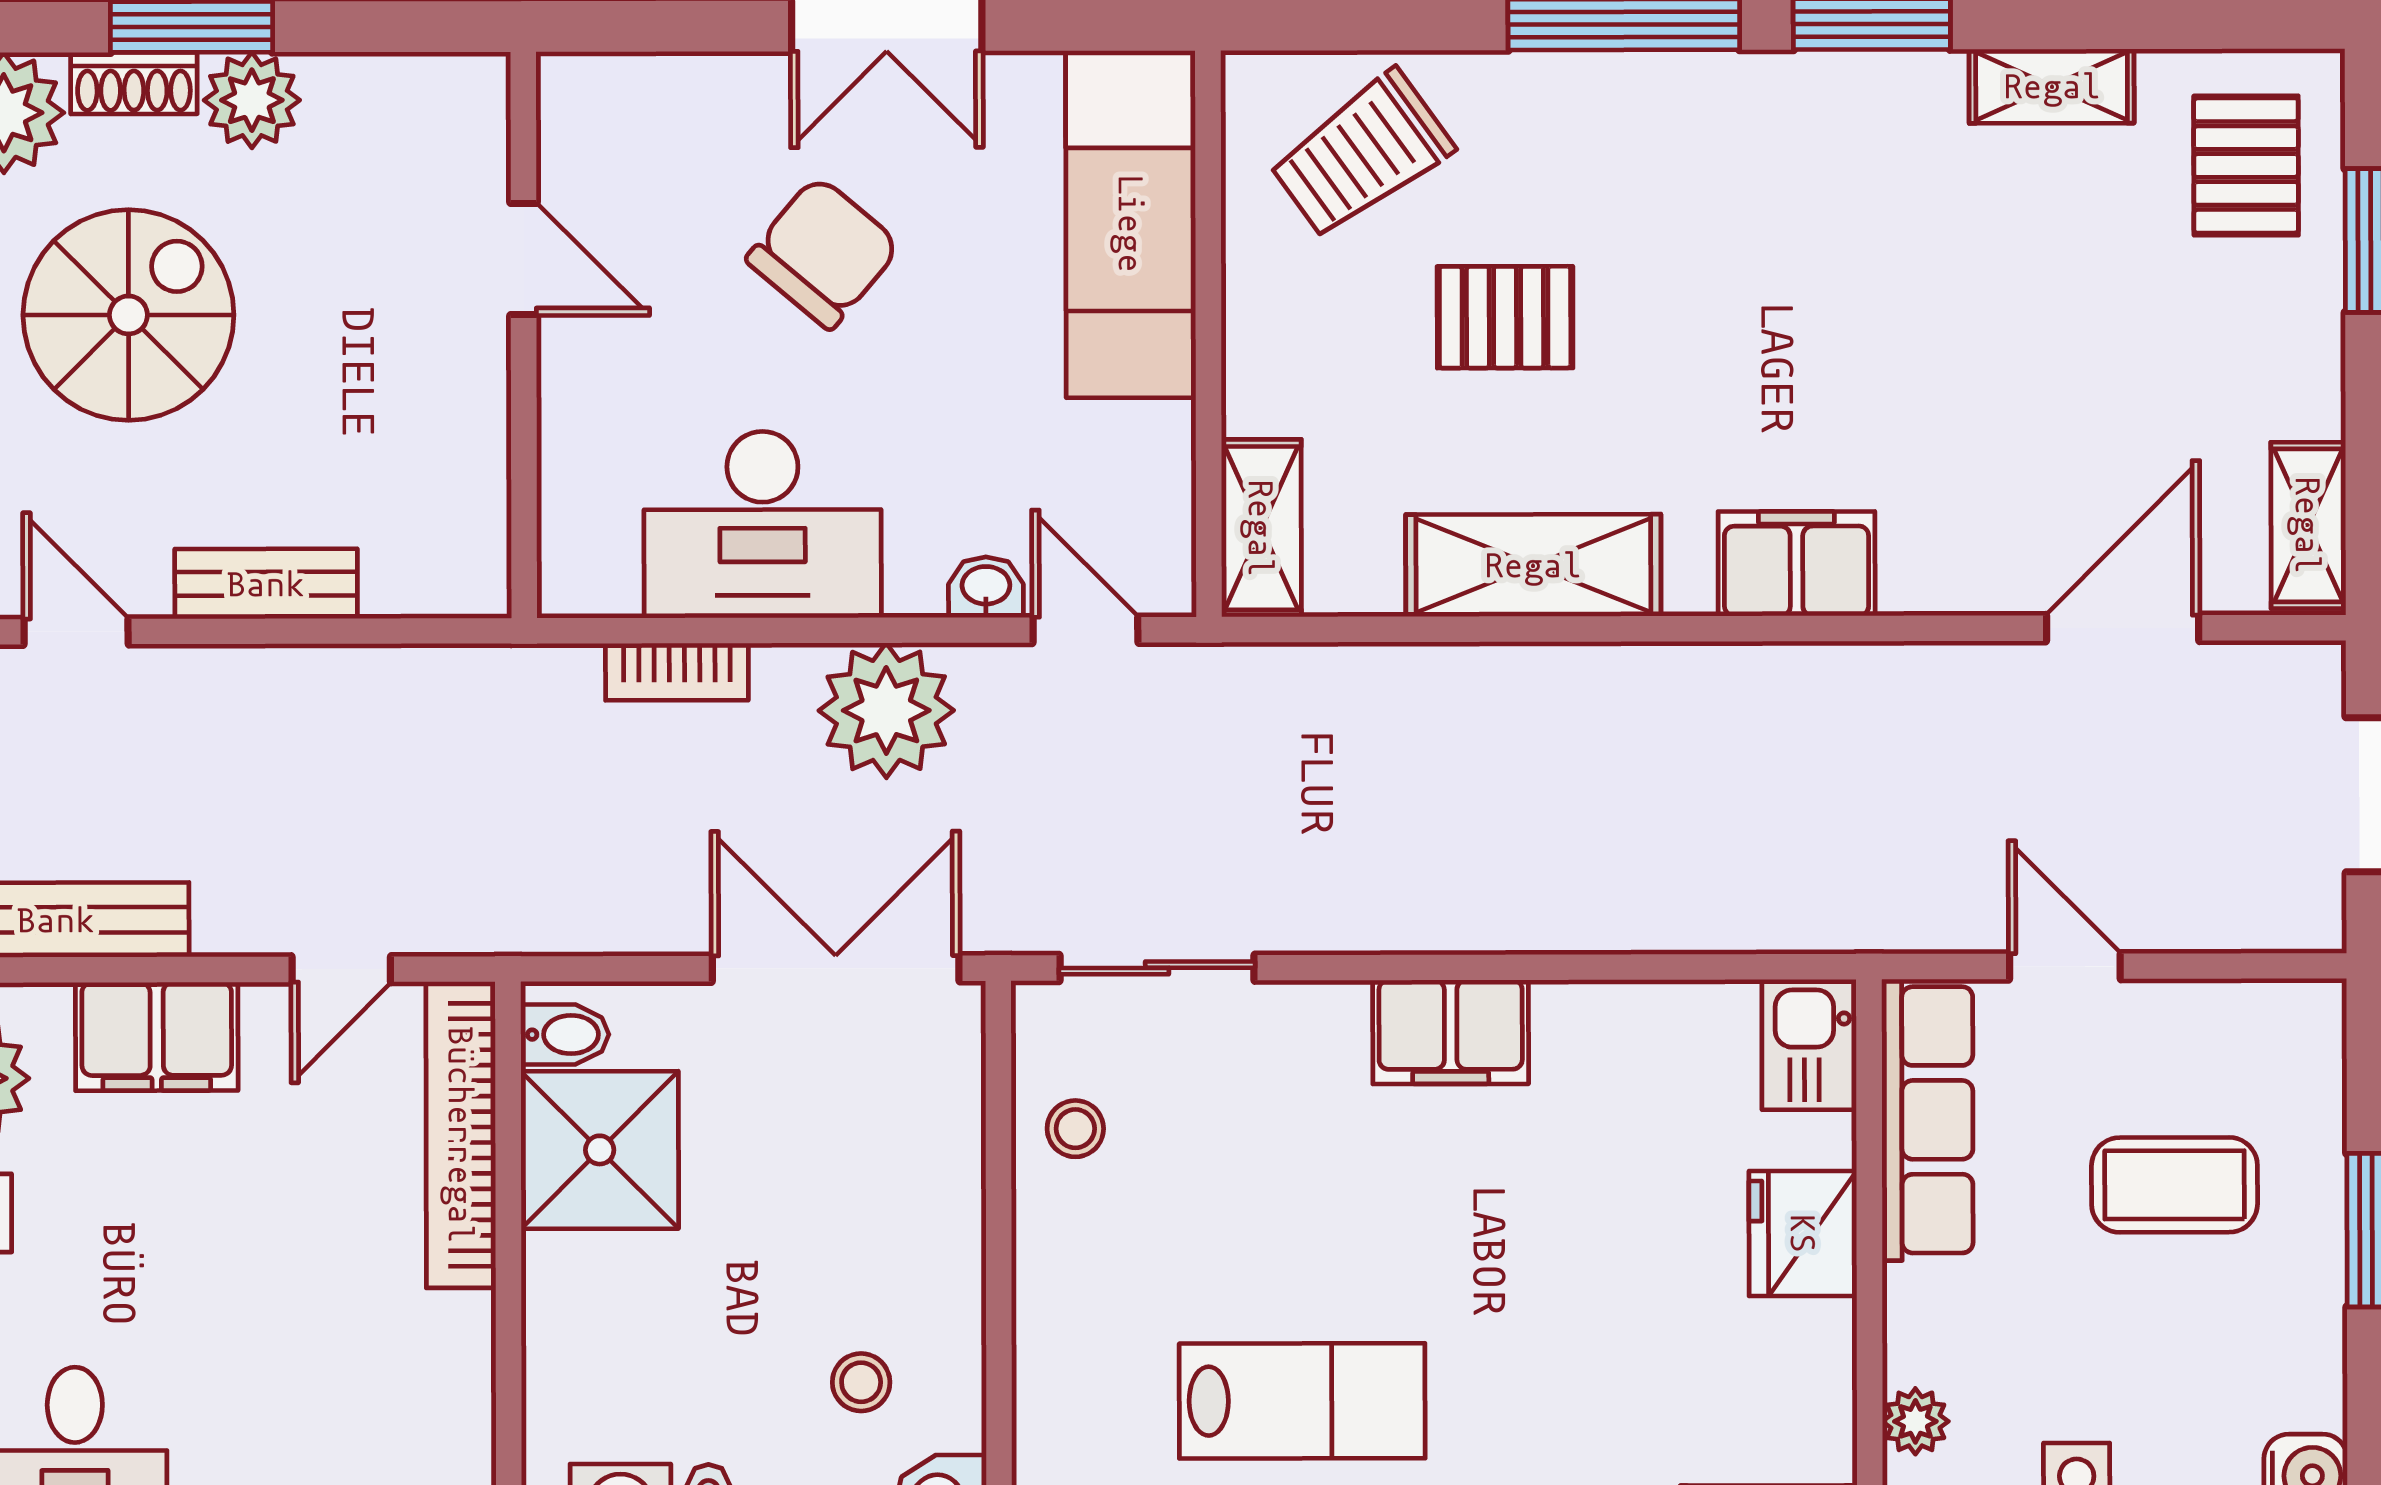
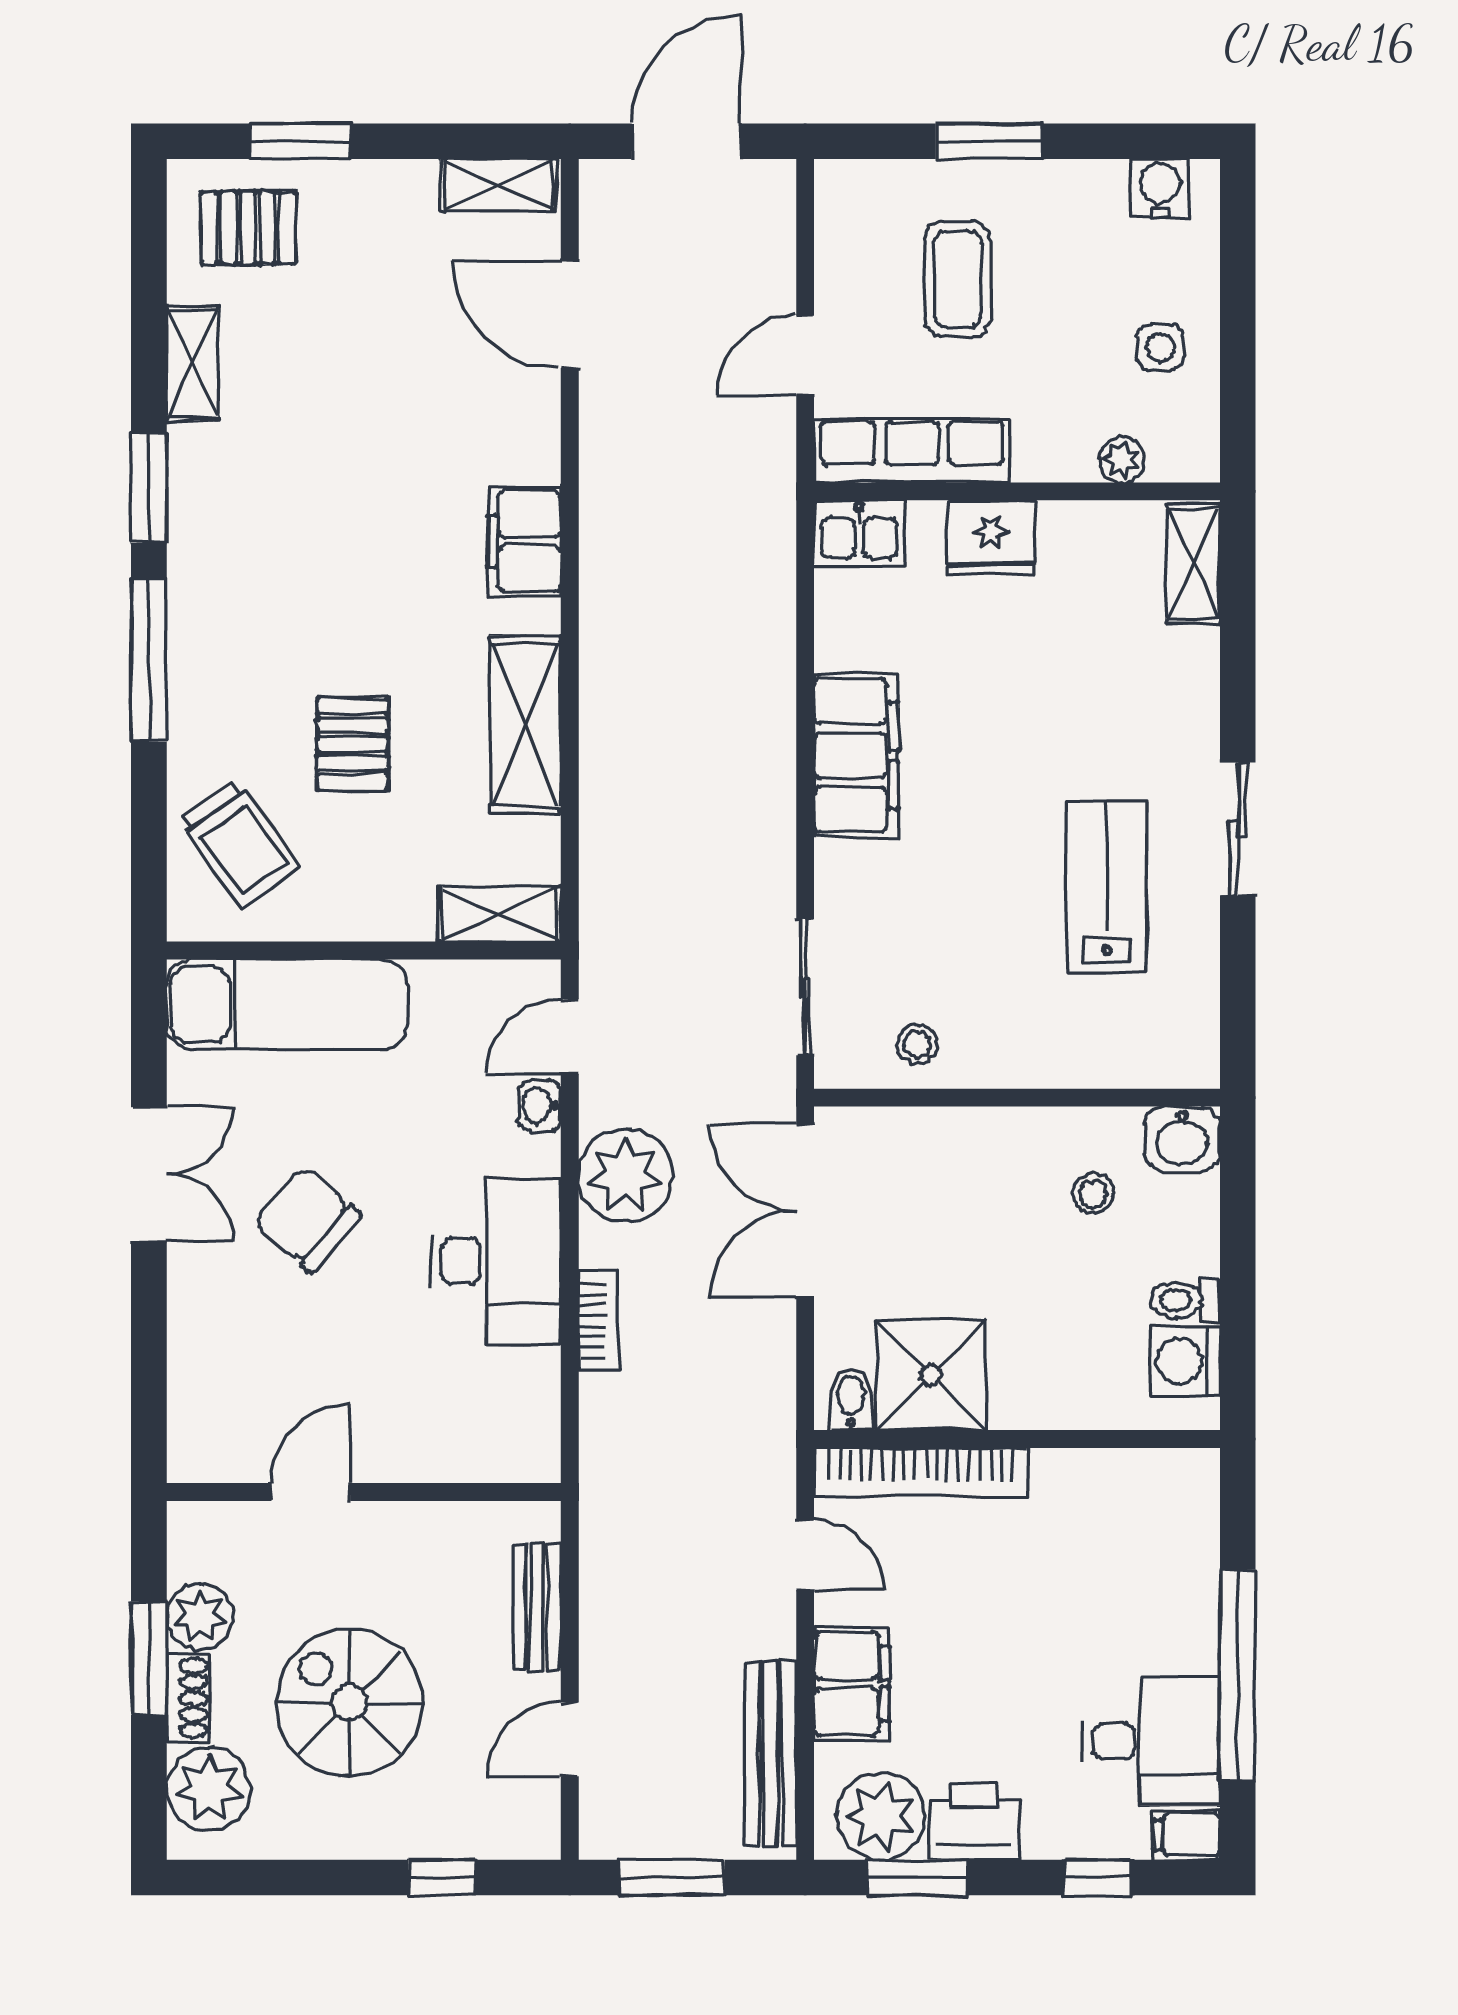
door: (524, 259) -> (311, 1492), moved
wall: (524, 335) -> (364, 1492), moved
filing cabinet: (1451, 1032) -> (856, 756), width x1.50, depth x1.17

